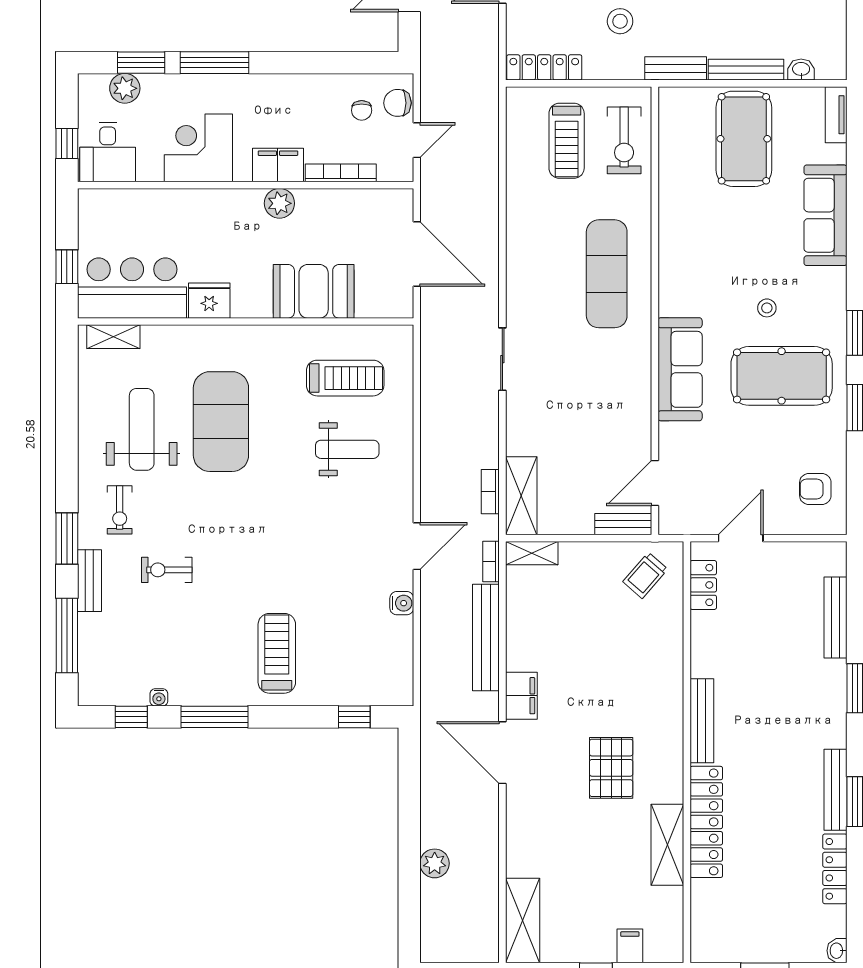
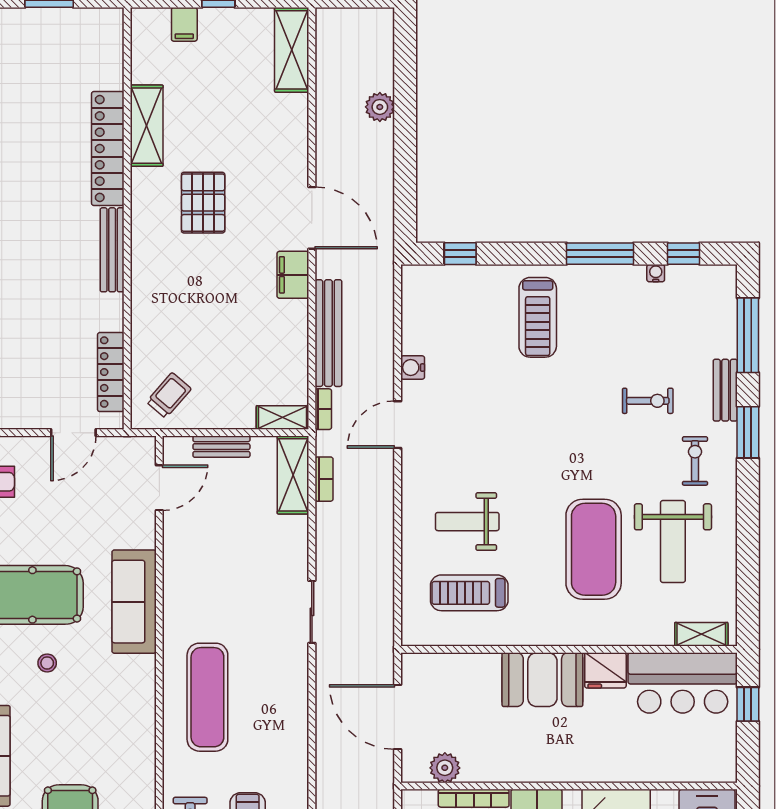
plant: (279, 203) -> (445, 768), moved
booth: (314, 291) -> (542, 680), moved
bench: (623, 524) -> (221, 447), moved
locker: (703, 585) -> (111, 372), width x1.53

